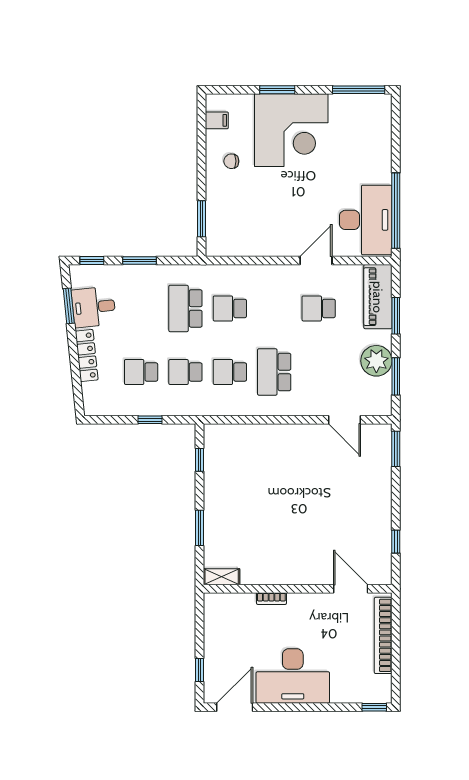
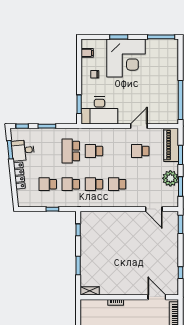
desk: (366, 220) -> (99, 110), moved, turned 90
school desk: (274, 372) -> (117, 184), width x0.54

